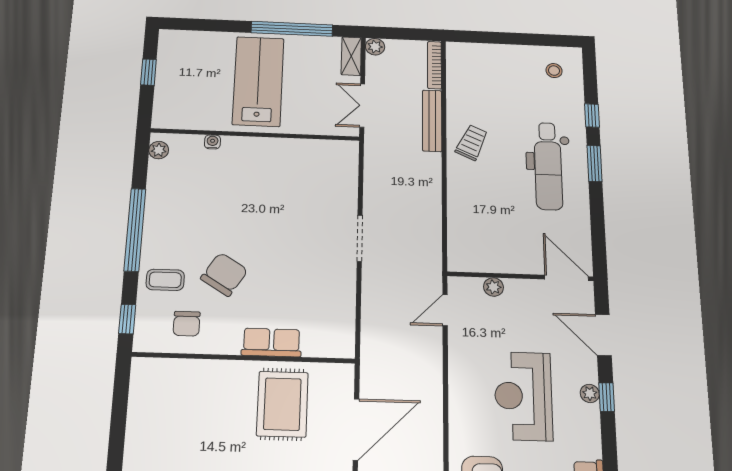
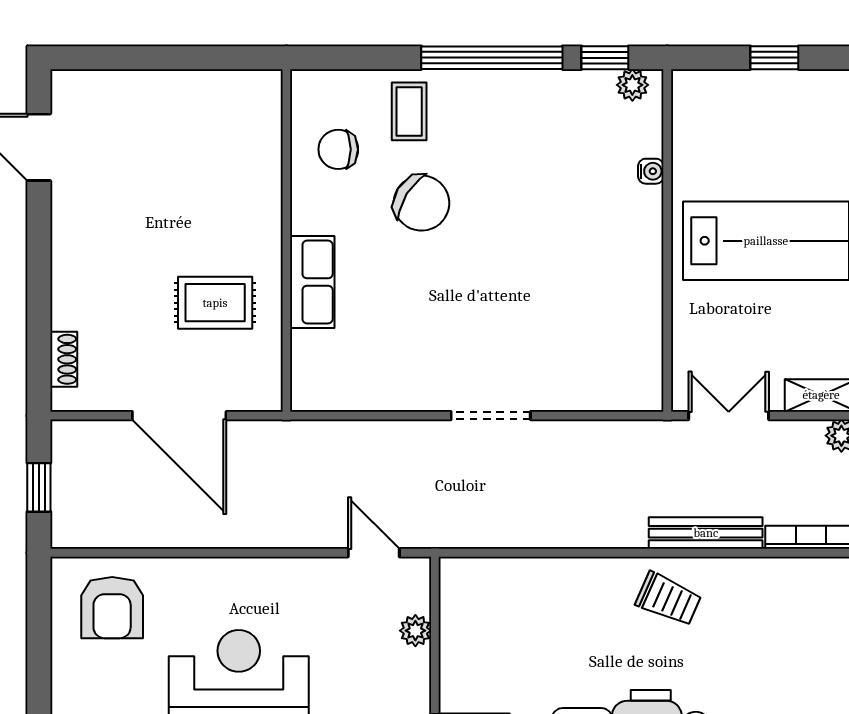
window: (127, 319) -> (605, 58), moved
rug: (282, 404) -> (215, 303), width x0.73, depth x0.70

